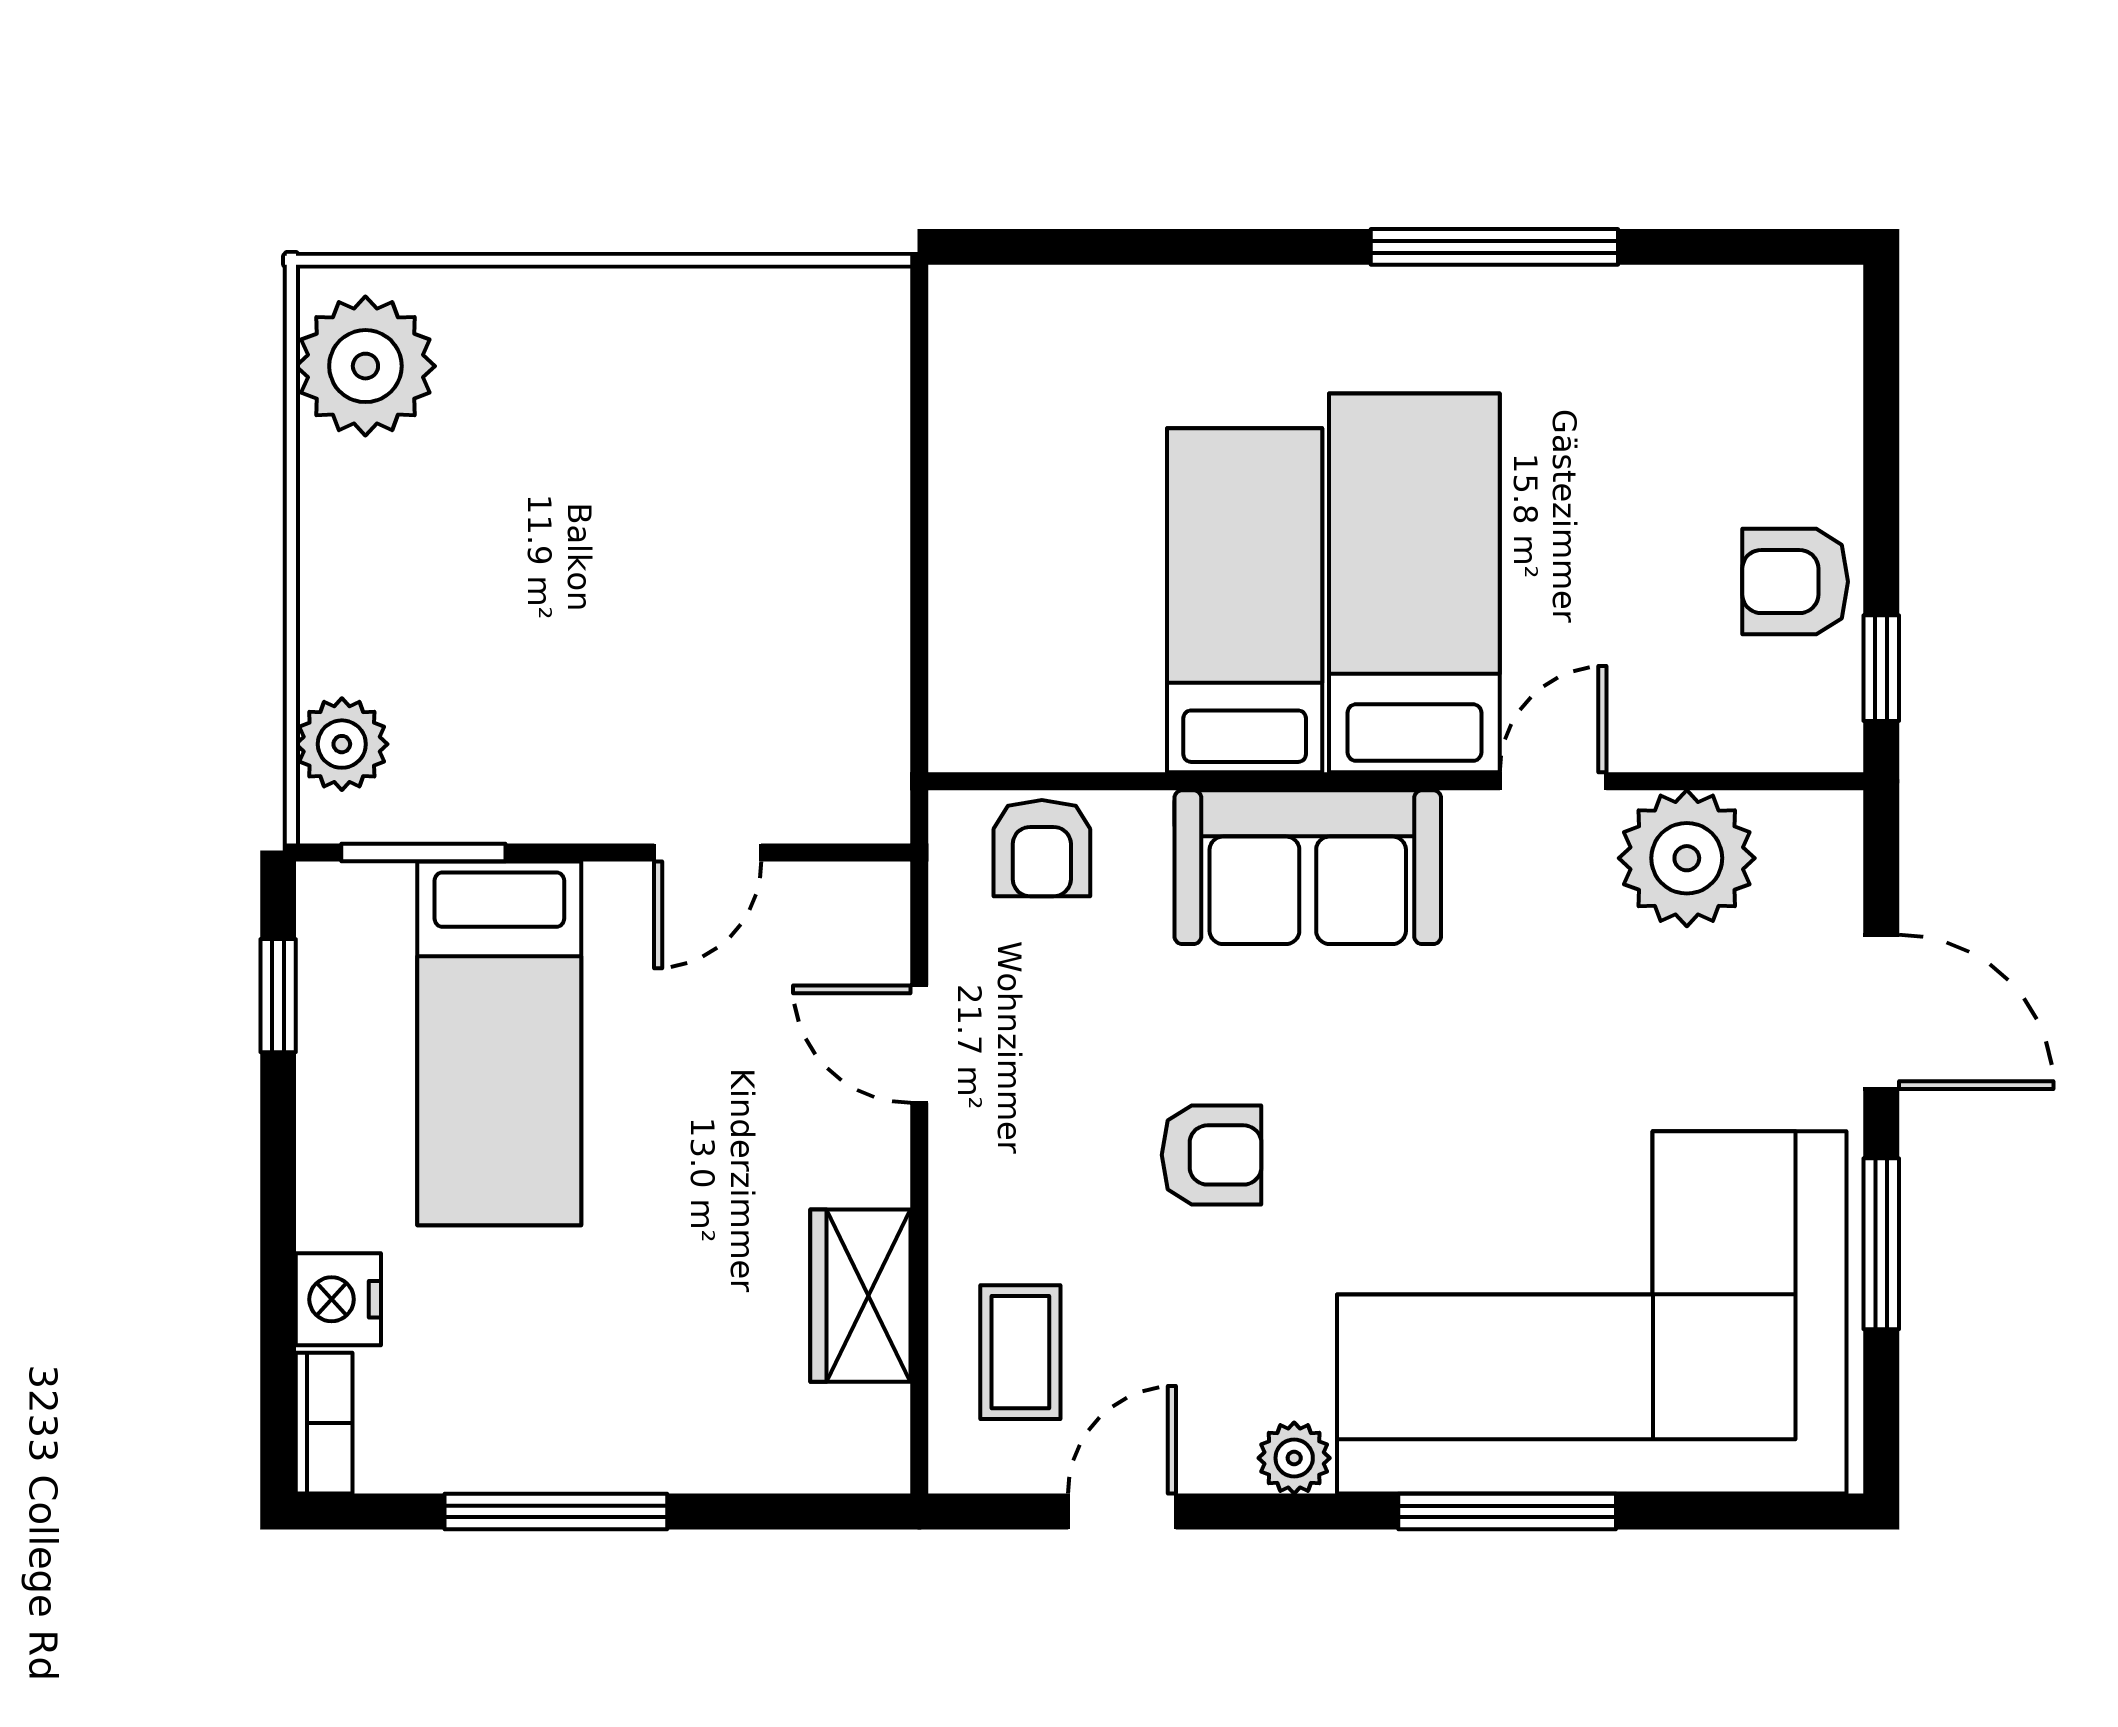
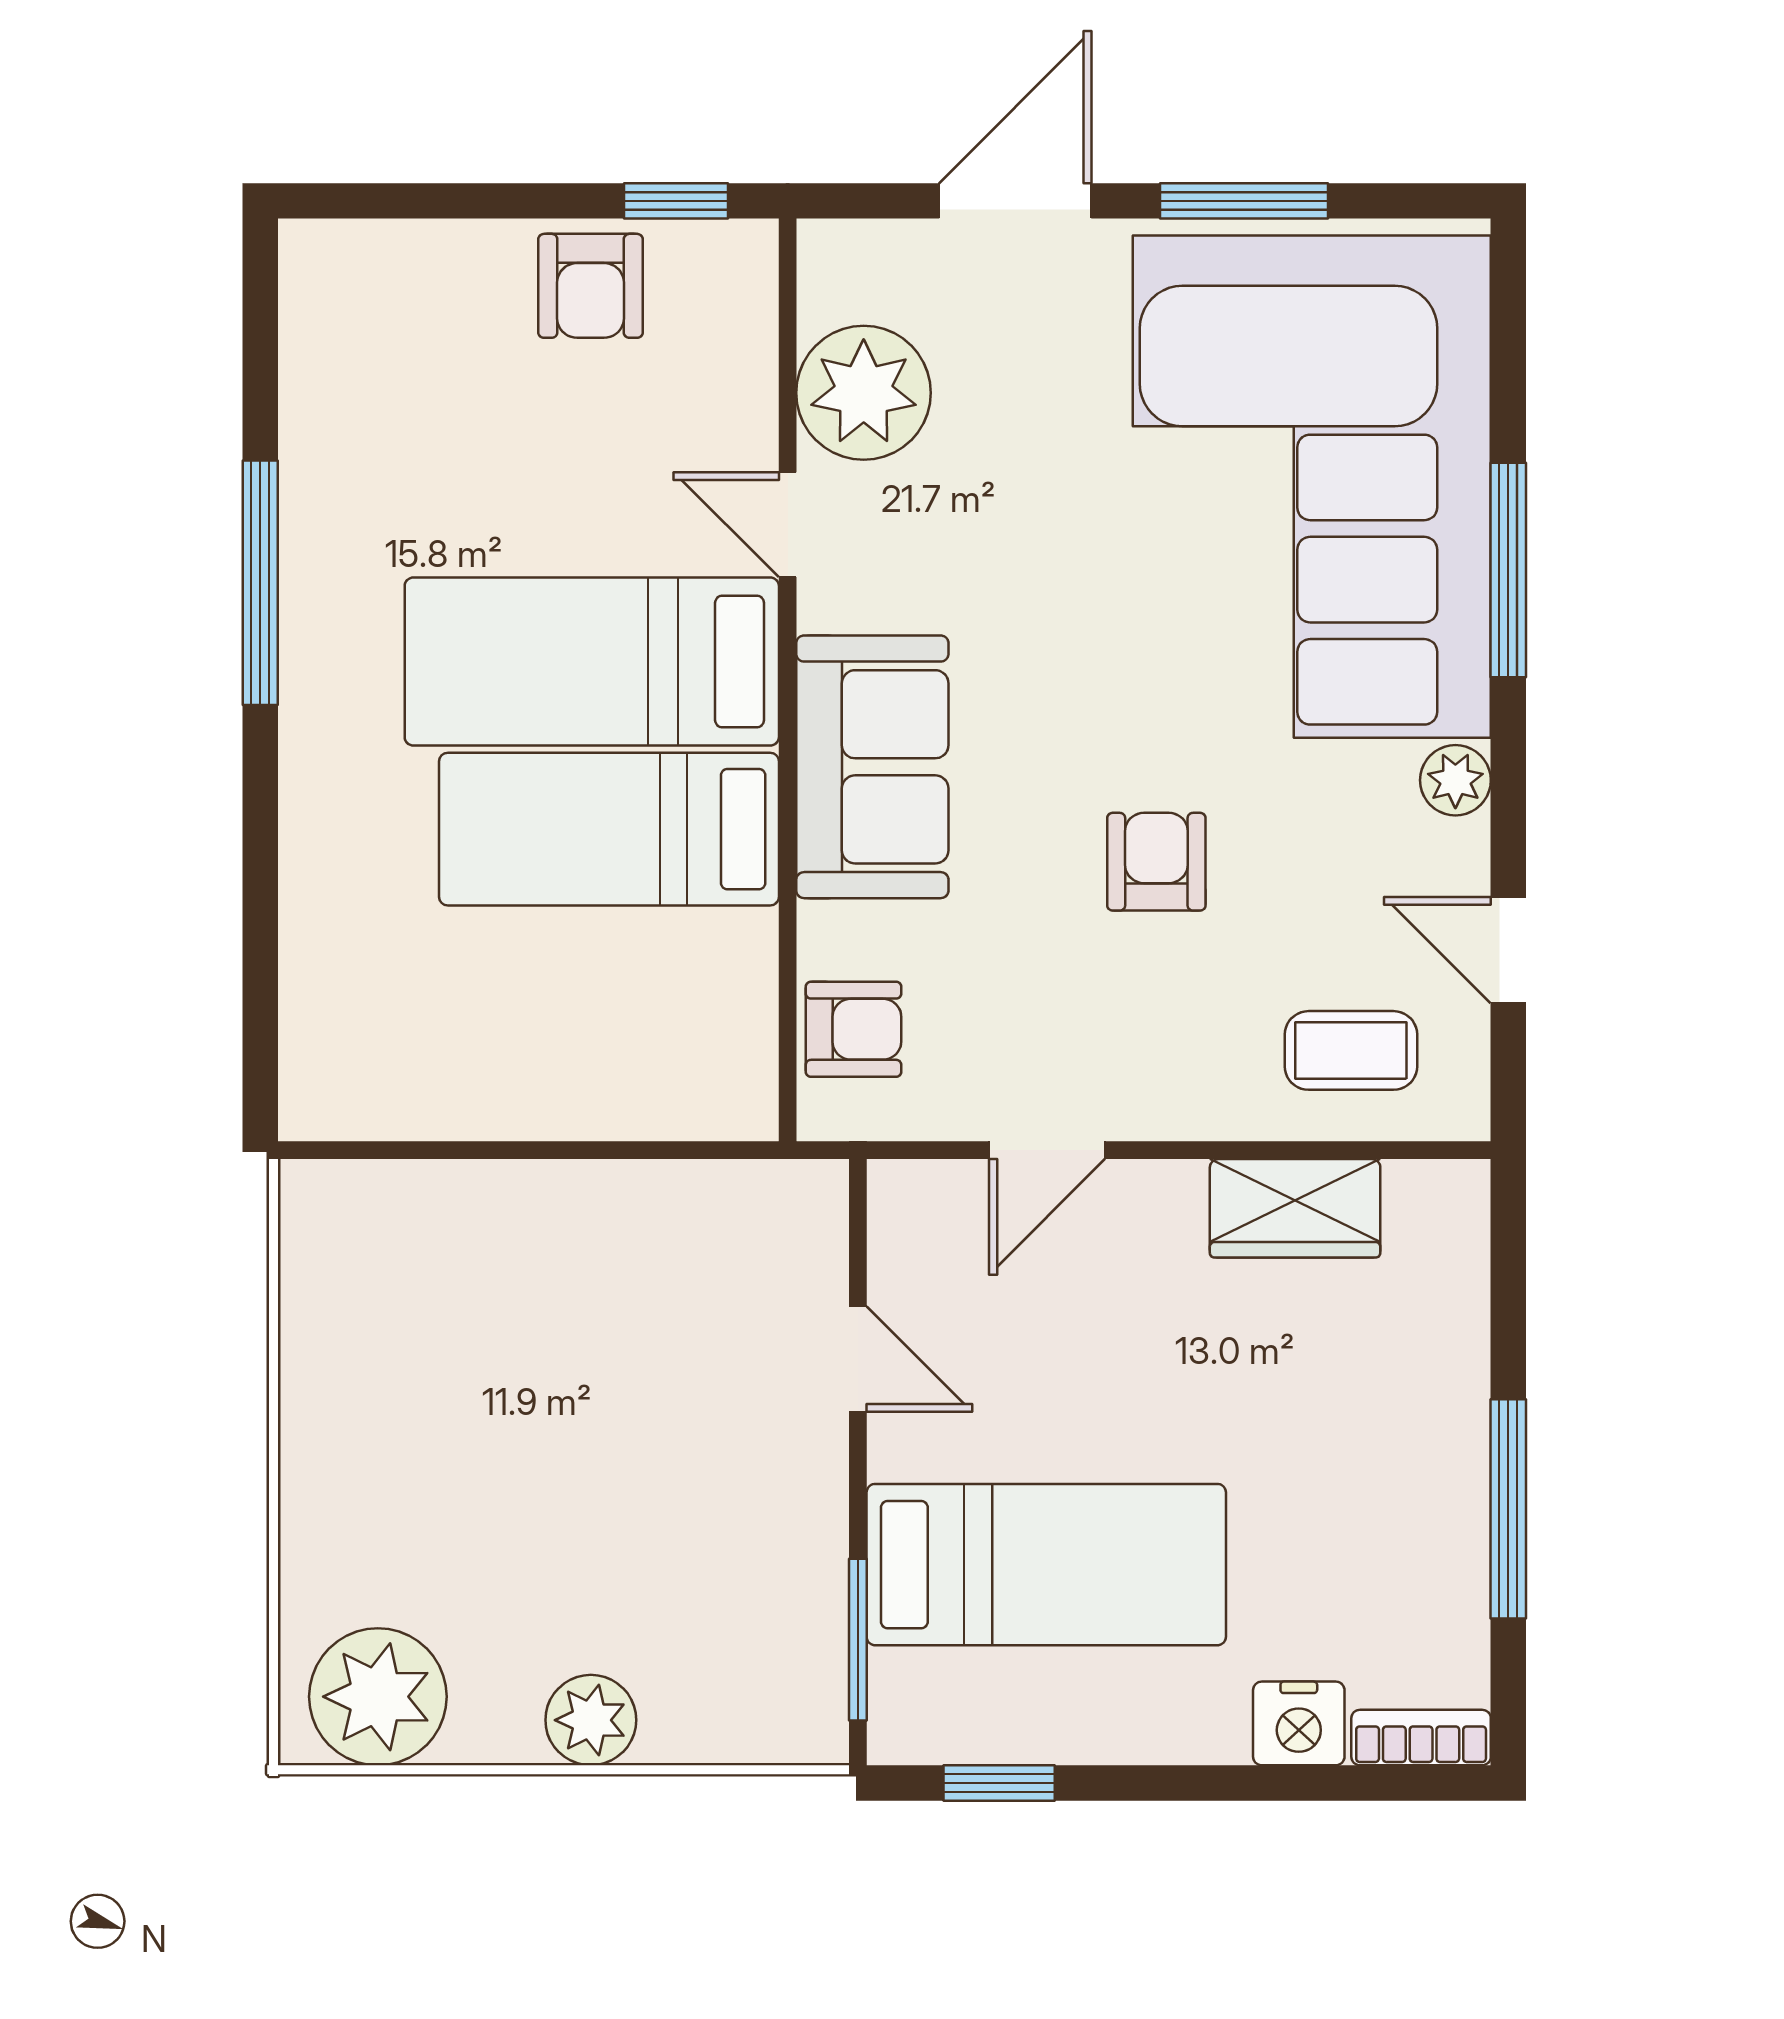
plant: (342, 744) -> (591, 1720), moved

